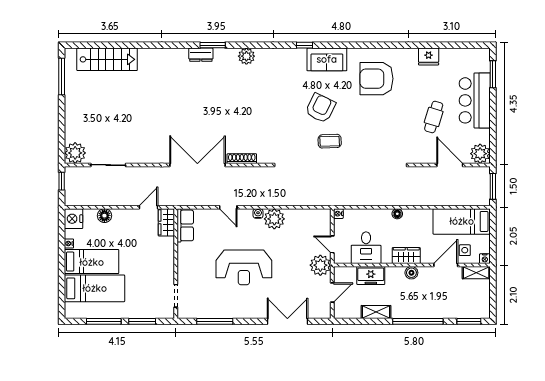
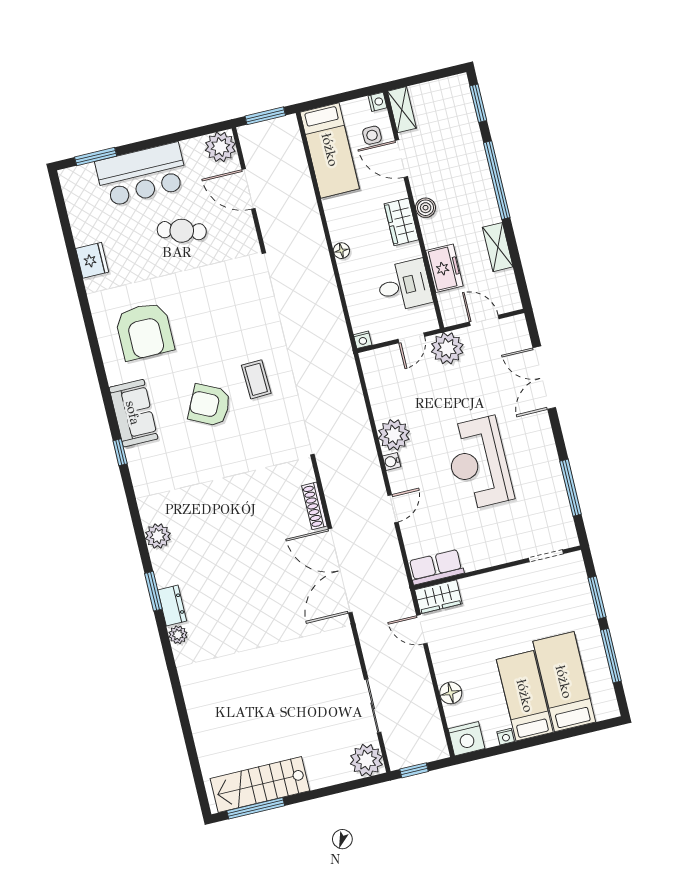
plant: (182, 54) -> (178, 635), added
stairs: (107, 59) -> (260, 785), moved, turned -90
door: (450, 165) -> (249, 189), hinge flipped
reception desk: (244, 267) -> (478, 463), turned 180

